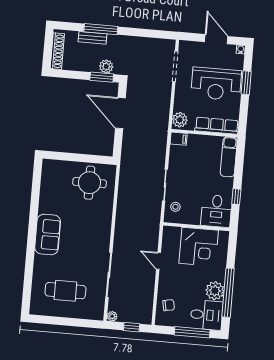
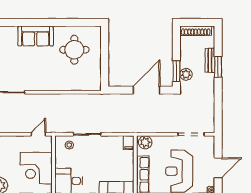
window: (101, 29) -> (218, 67), width x0.69
round table: (90, 183) -> (74, 50), moved
door: (159, 261) -> (38, 134), moved

